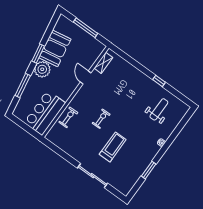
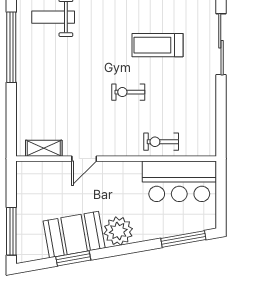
window: (86, 28) -> (11, 231), moved
window: (38, 54) -> (73, 258), moved
window: (159, 81) -> (11, 47), width x3.17
window: (23, 85) -> (183, 239), moved

